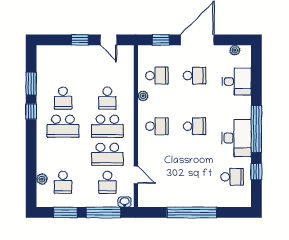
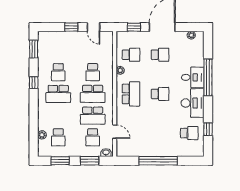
desk: (237, 81) -> (193, 77), moved
window: (31, 84) -> (34, 49), moved
school desk: (157, 126) -> (131, 94), width x1.85
window: (256, 129) -> (208, 77), moved
window: (103, 212) -> (90, 161), width x0.69

